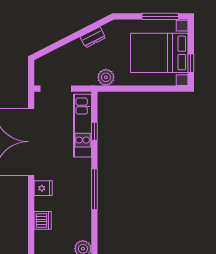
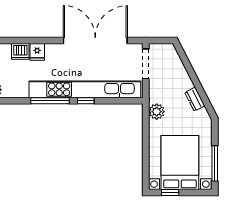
kitchen unit: (83, 126) -> (85, 89), width x1.86
window: (94, 131) -> (86, 101), moved
fridge: (43, 188) -> (37, 52), moved

